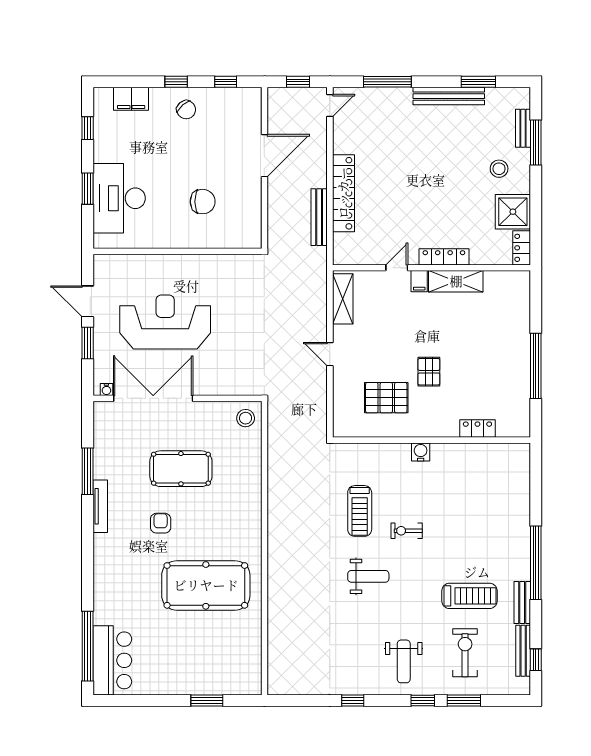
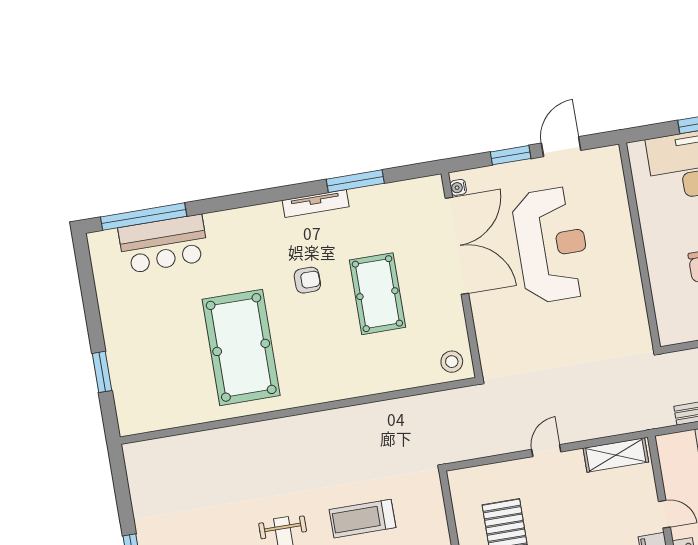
bar counter: (112, 660) -> (163, 244), moved

